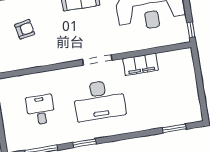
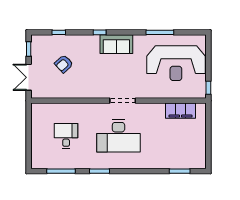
armchair: (25, 29) -> (64, 64), turned 148
filing cabinet: (141, 64) -> (181, 111), moved

